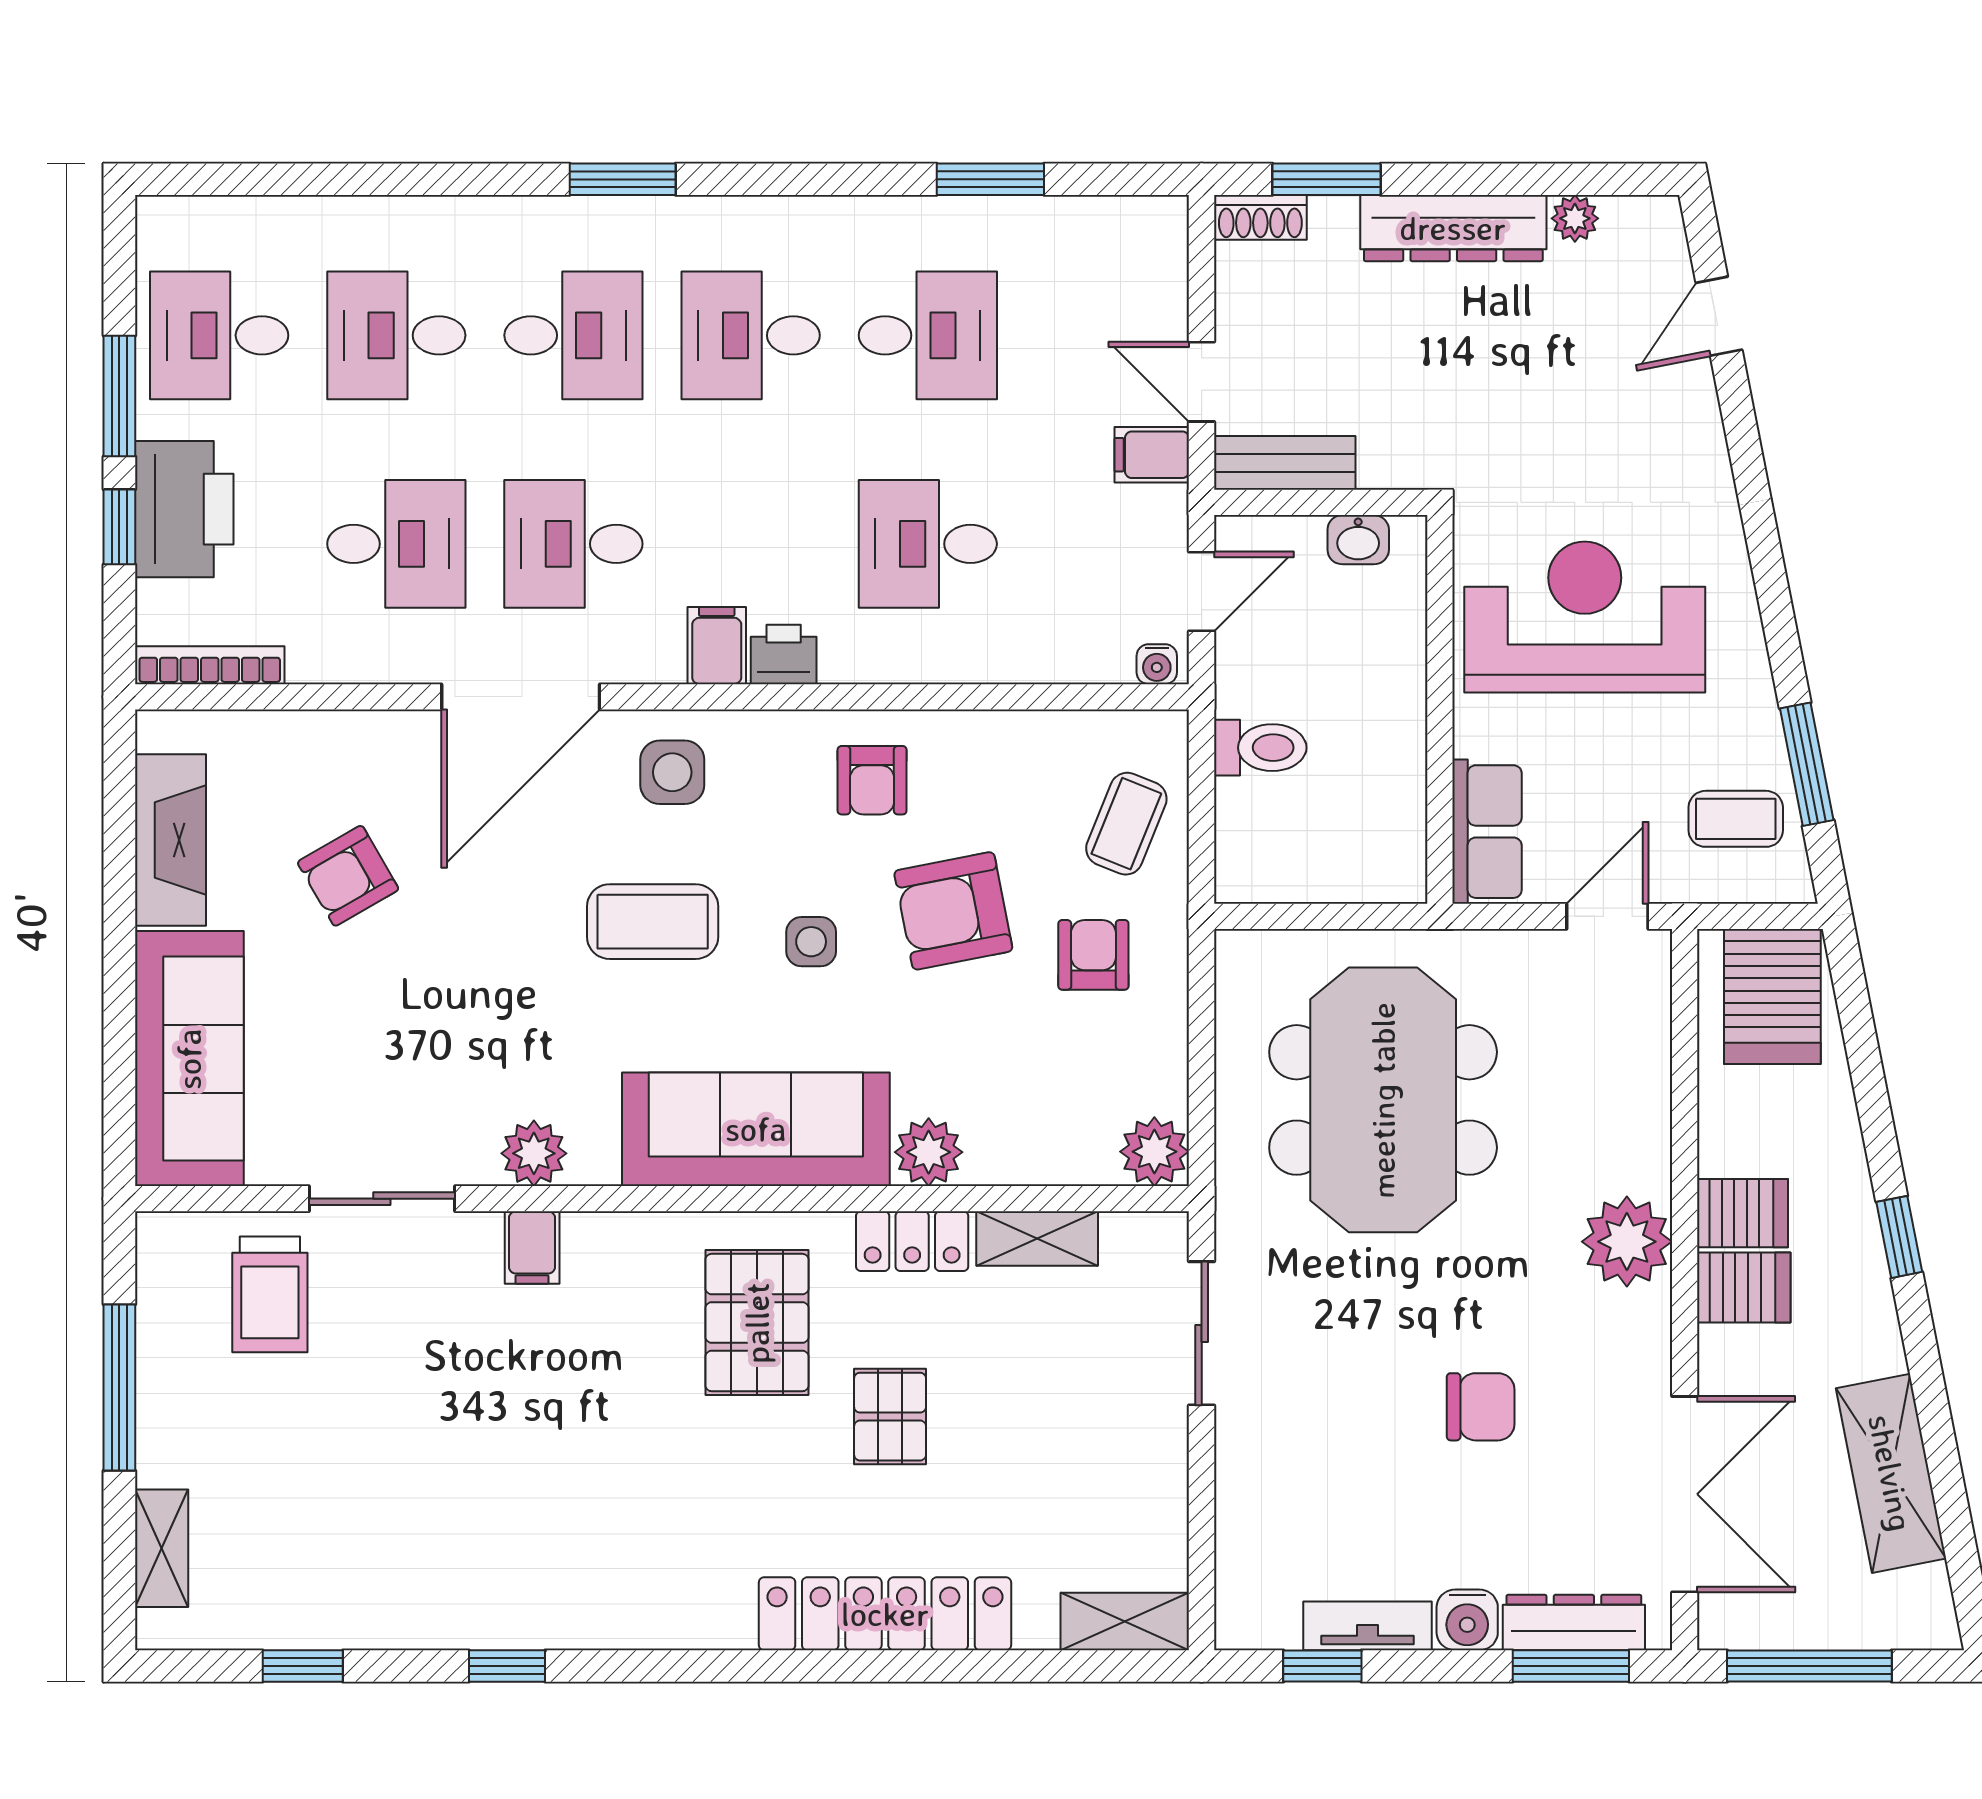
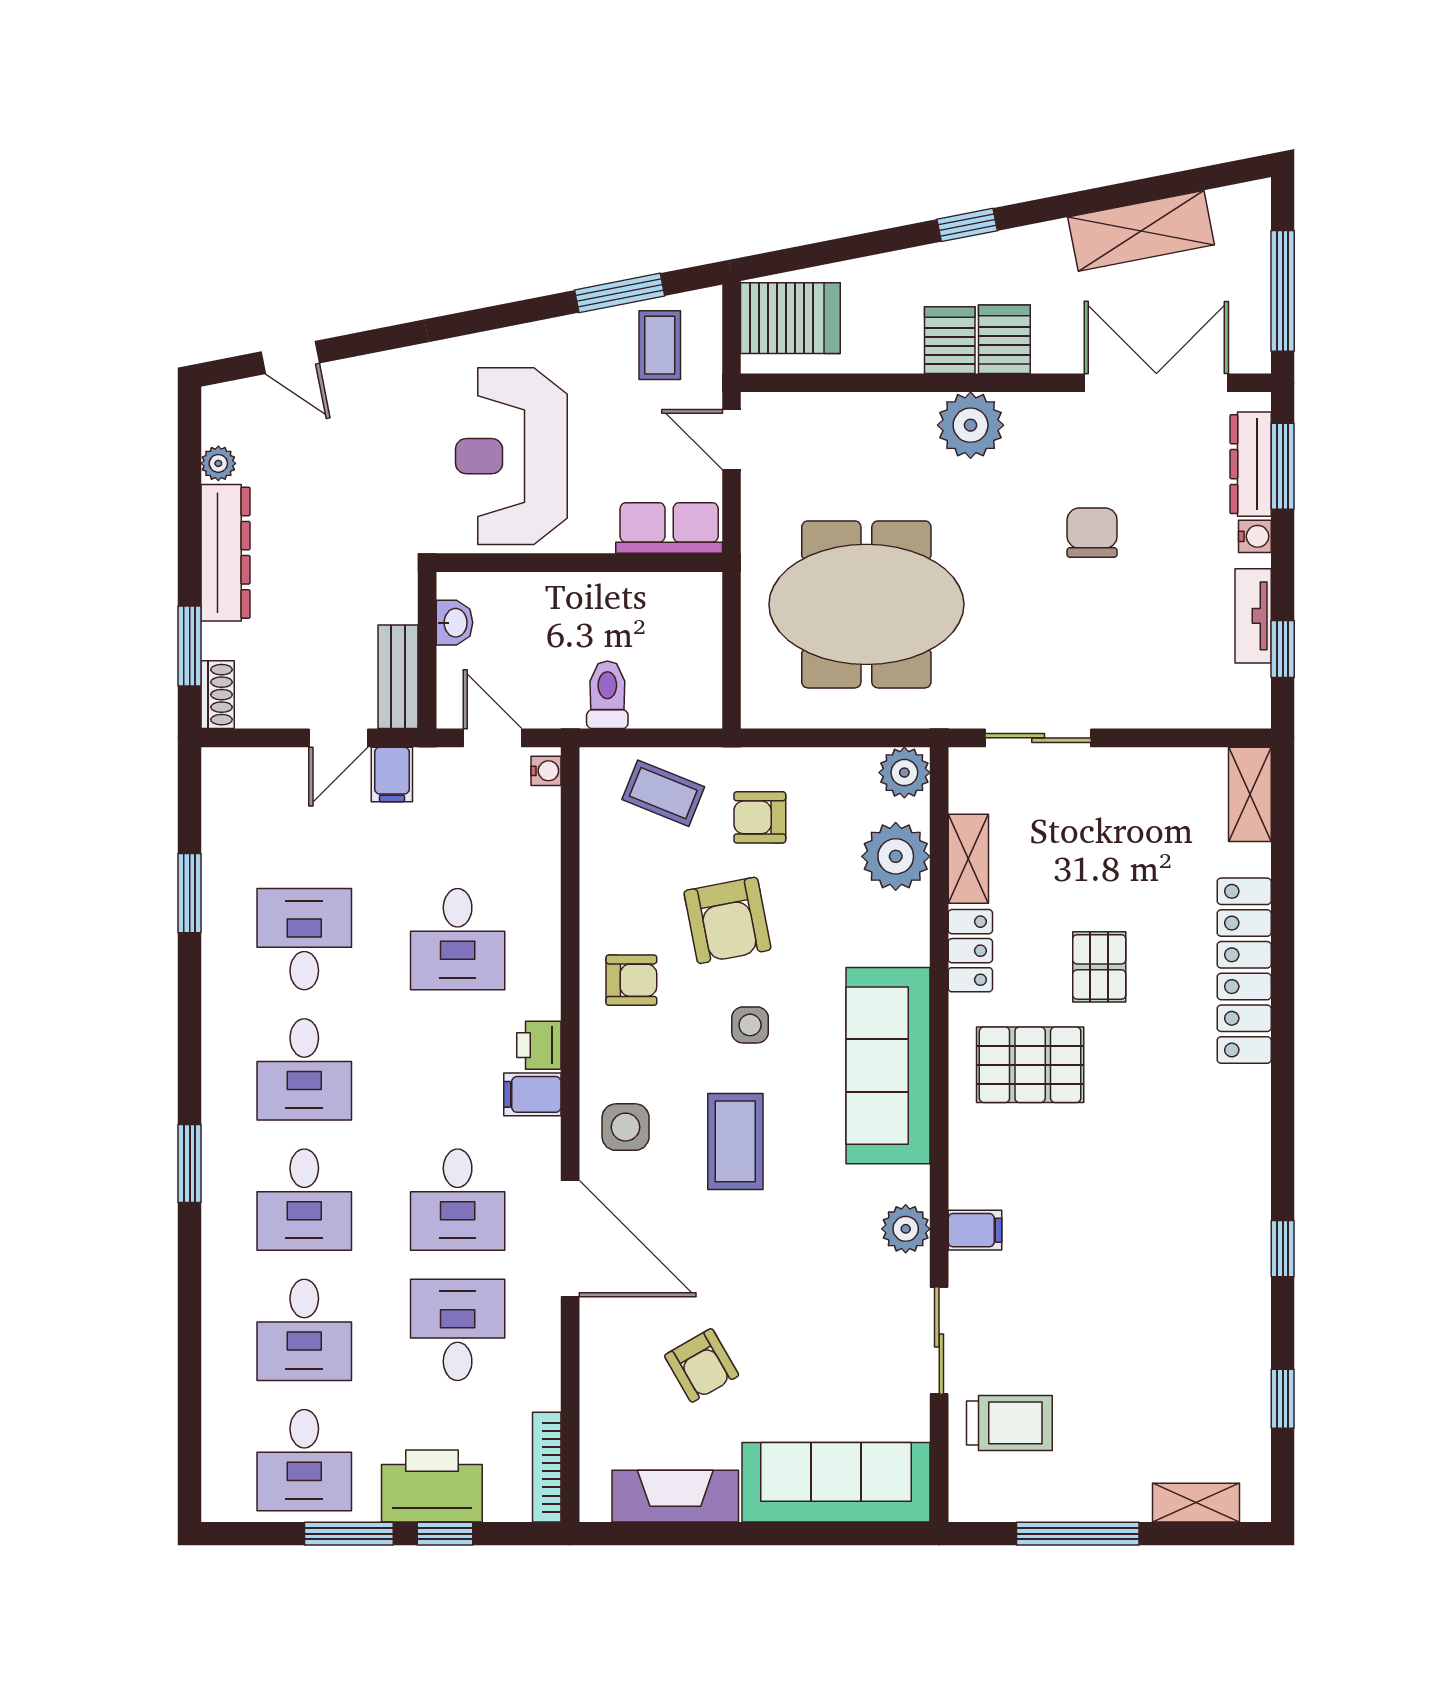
desk: (573, 335) -> (304, 1200), turned 180
plant: (929, 1152) -> (896, 856), moved, width x1.36, depth x1.36
pallet: (890, 1417) -> (1099, 967), turned 90
water cooler: (1467, 1620) -> (1255, 536), width x0.72, depth x0.72

